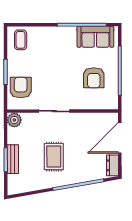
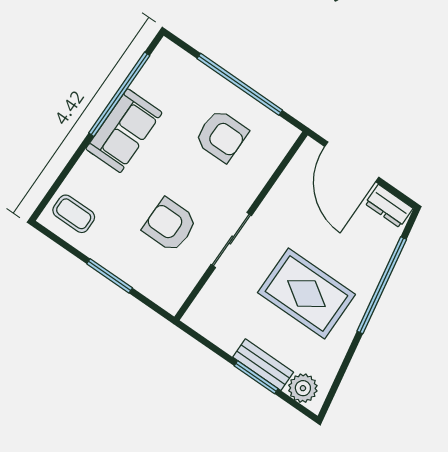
sofa: (95, 37) -> (124, 131), moved
armchair: (21, 88) -> (170, 225), moved
plant: (14, 120) -> (303, 388), moved
rug: (54, 157) -> (306, 294), width x1.36, depth x1.43

